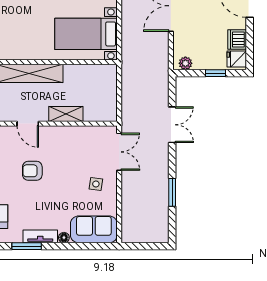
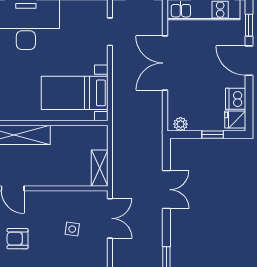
shelving: (66, 114) -> (100, 168), moved, turned 90
side table: (96, 184) -> (72, 229), moved

